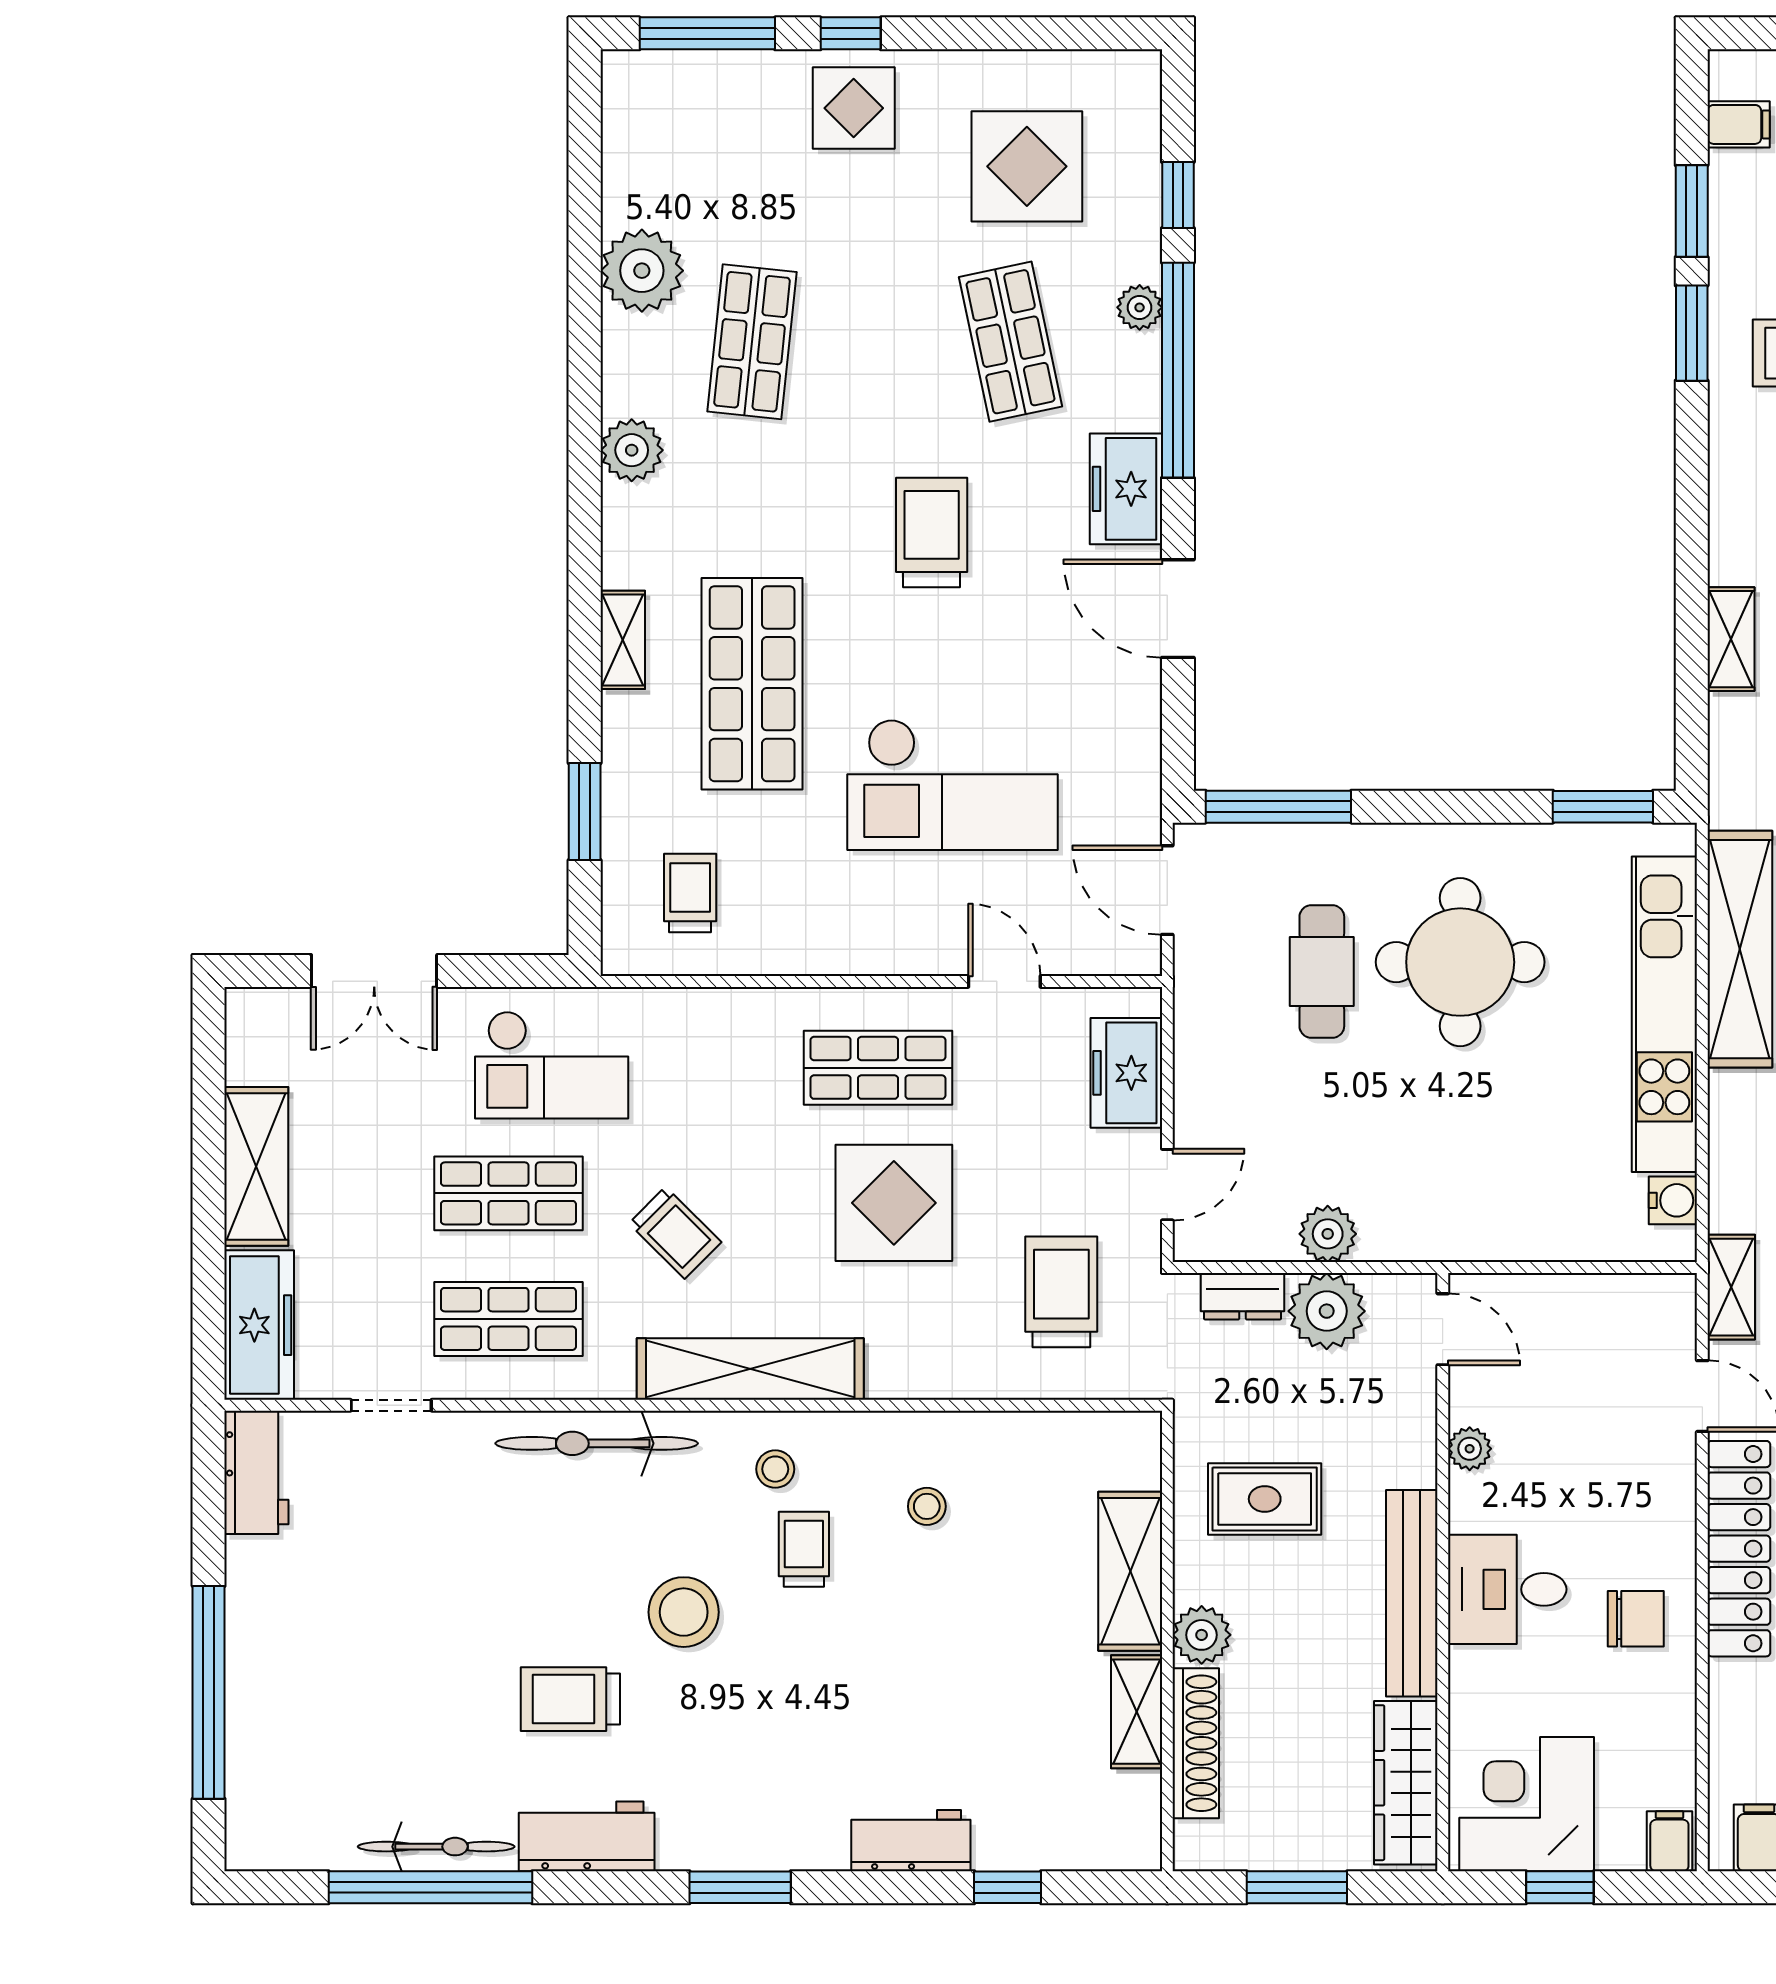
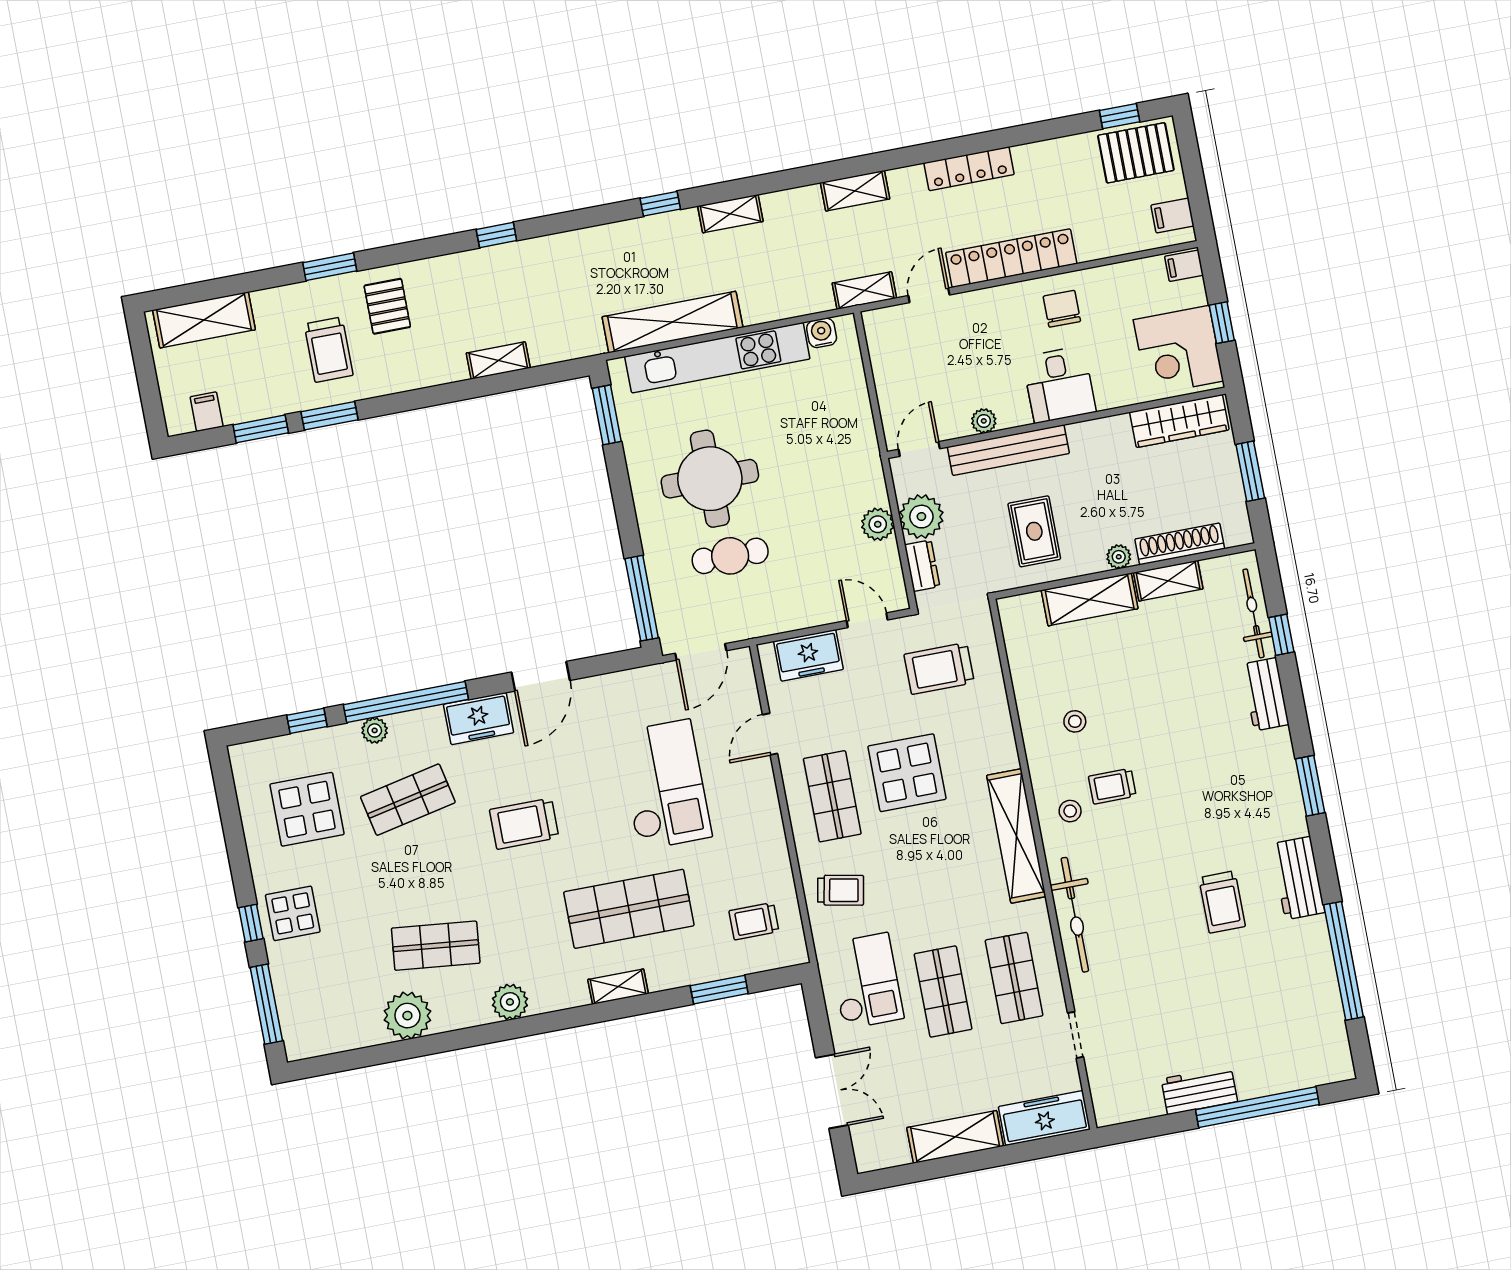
trolley: (675, 1233) -> (841, 890), moved, turned 56
workbench: (256, 1472) -> (1199, 1090), moved
bench: (1412, 1593) -> (1008, 450), moved
stool: (684, 1612) -> (1161, 847), removed
plant: (1202, 1635) -> (1119, 557), width x0.73, depth x0.73
bicycle: (436, 1847) -> (1253, 613), moved

